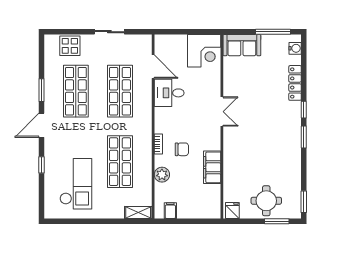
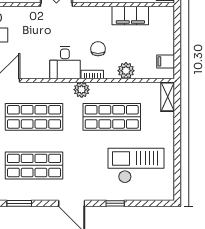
window: (41, 90) -> (19, 203), moved
desk: (169, 93) -> (65, 63), moved
plant: (145, 134) -> (82, 90), added
filing cabinet: (212, 167) -> (130, 15), moved

